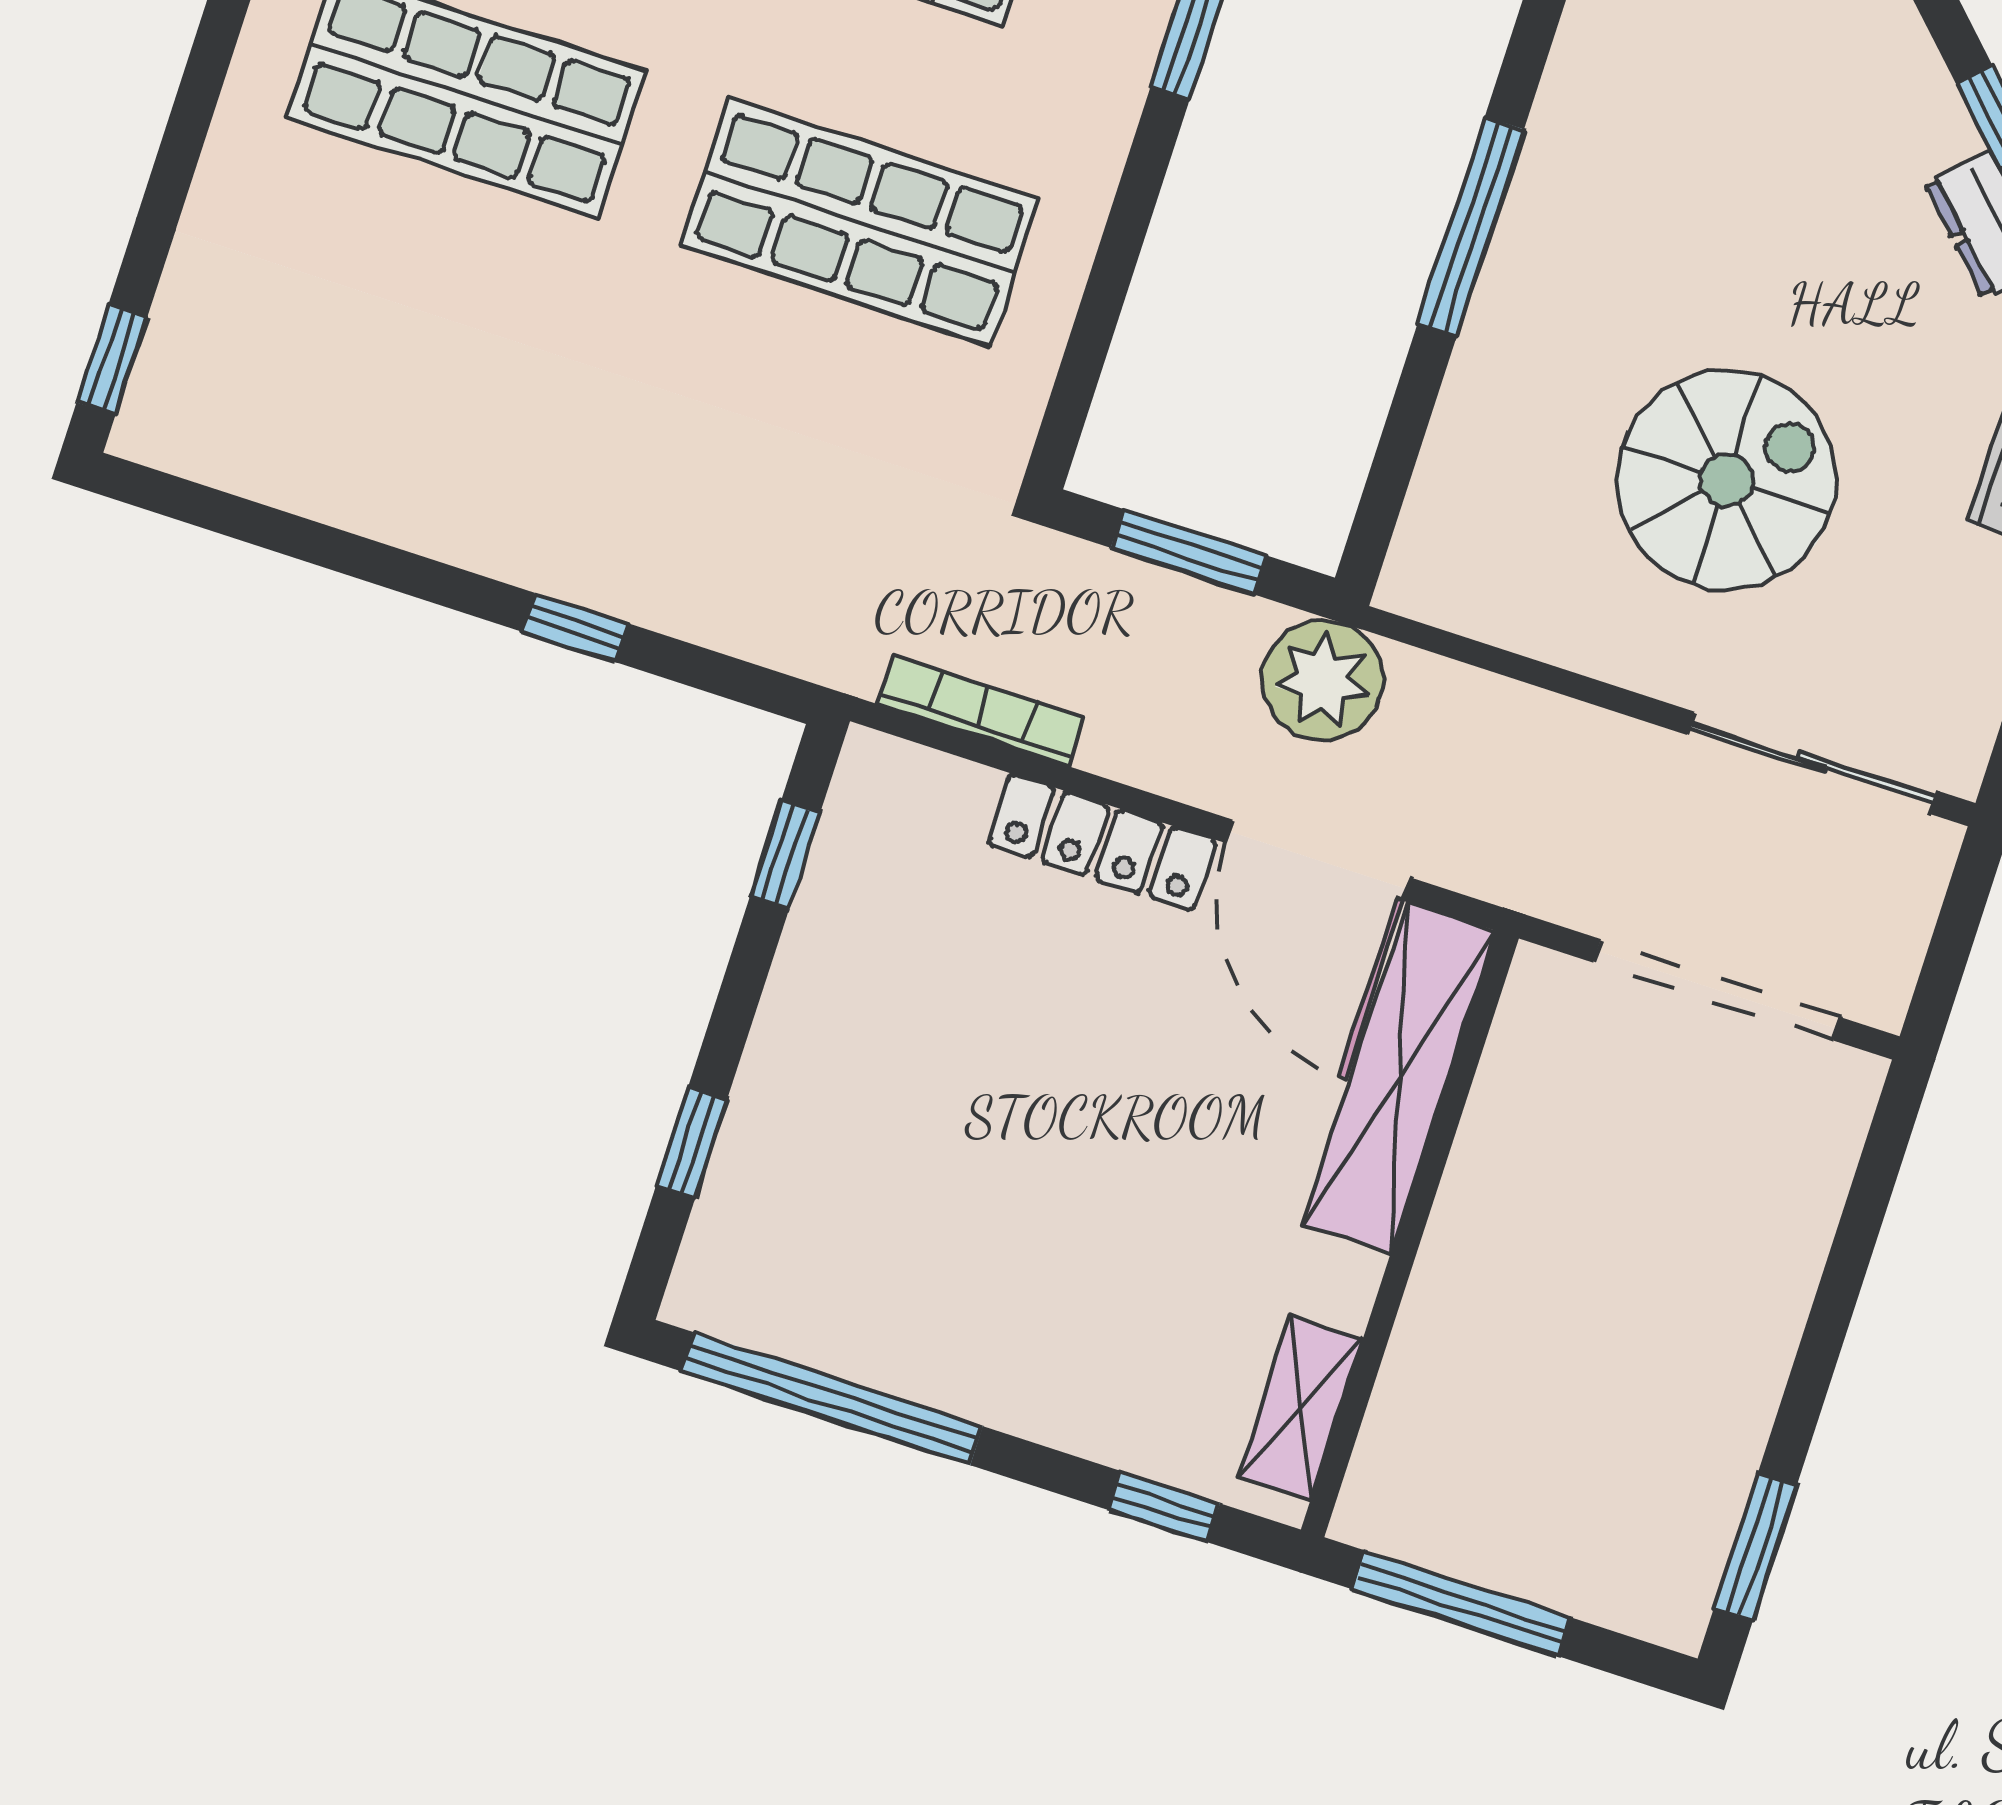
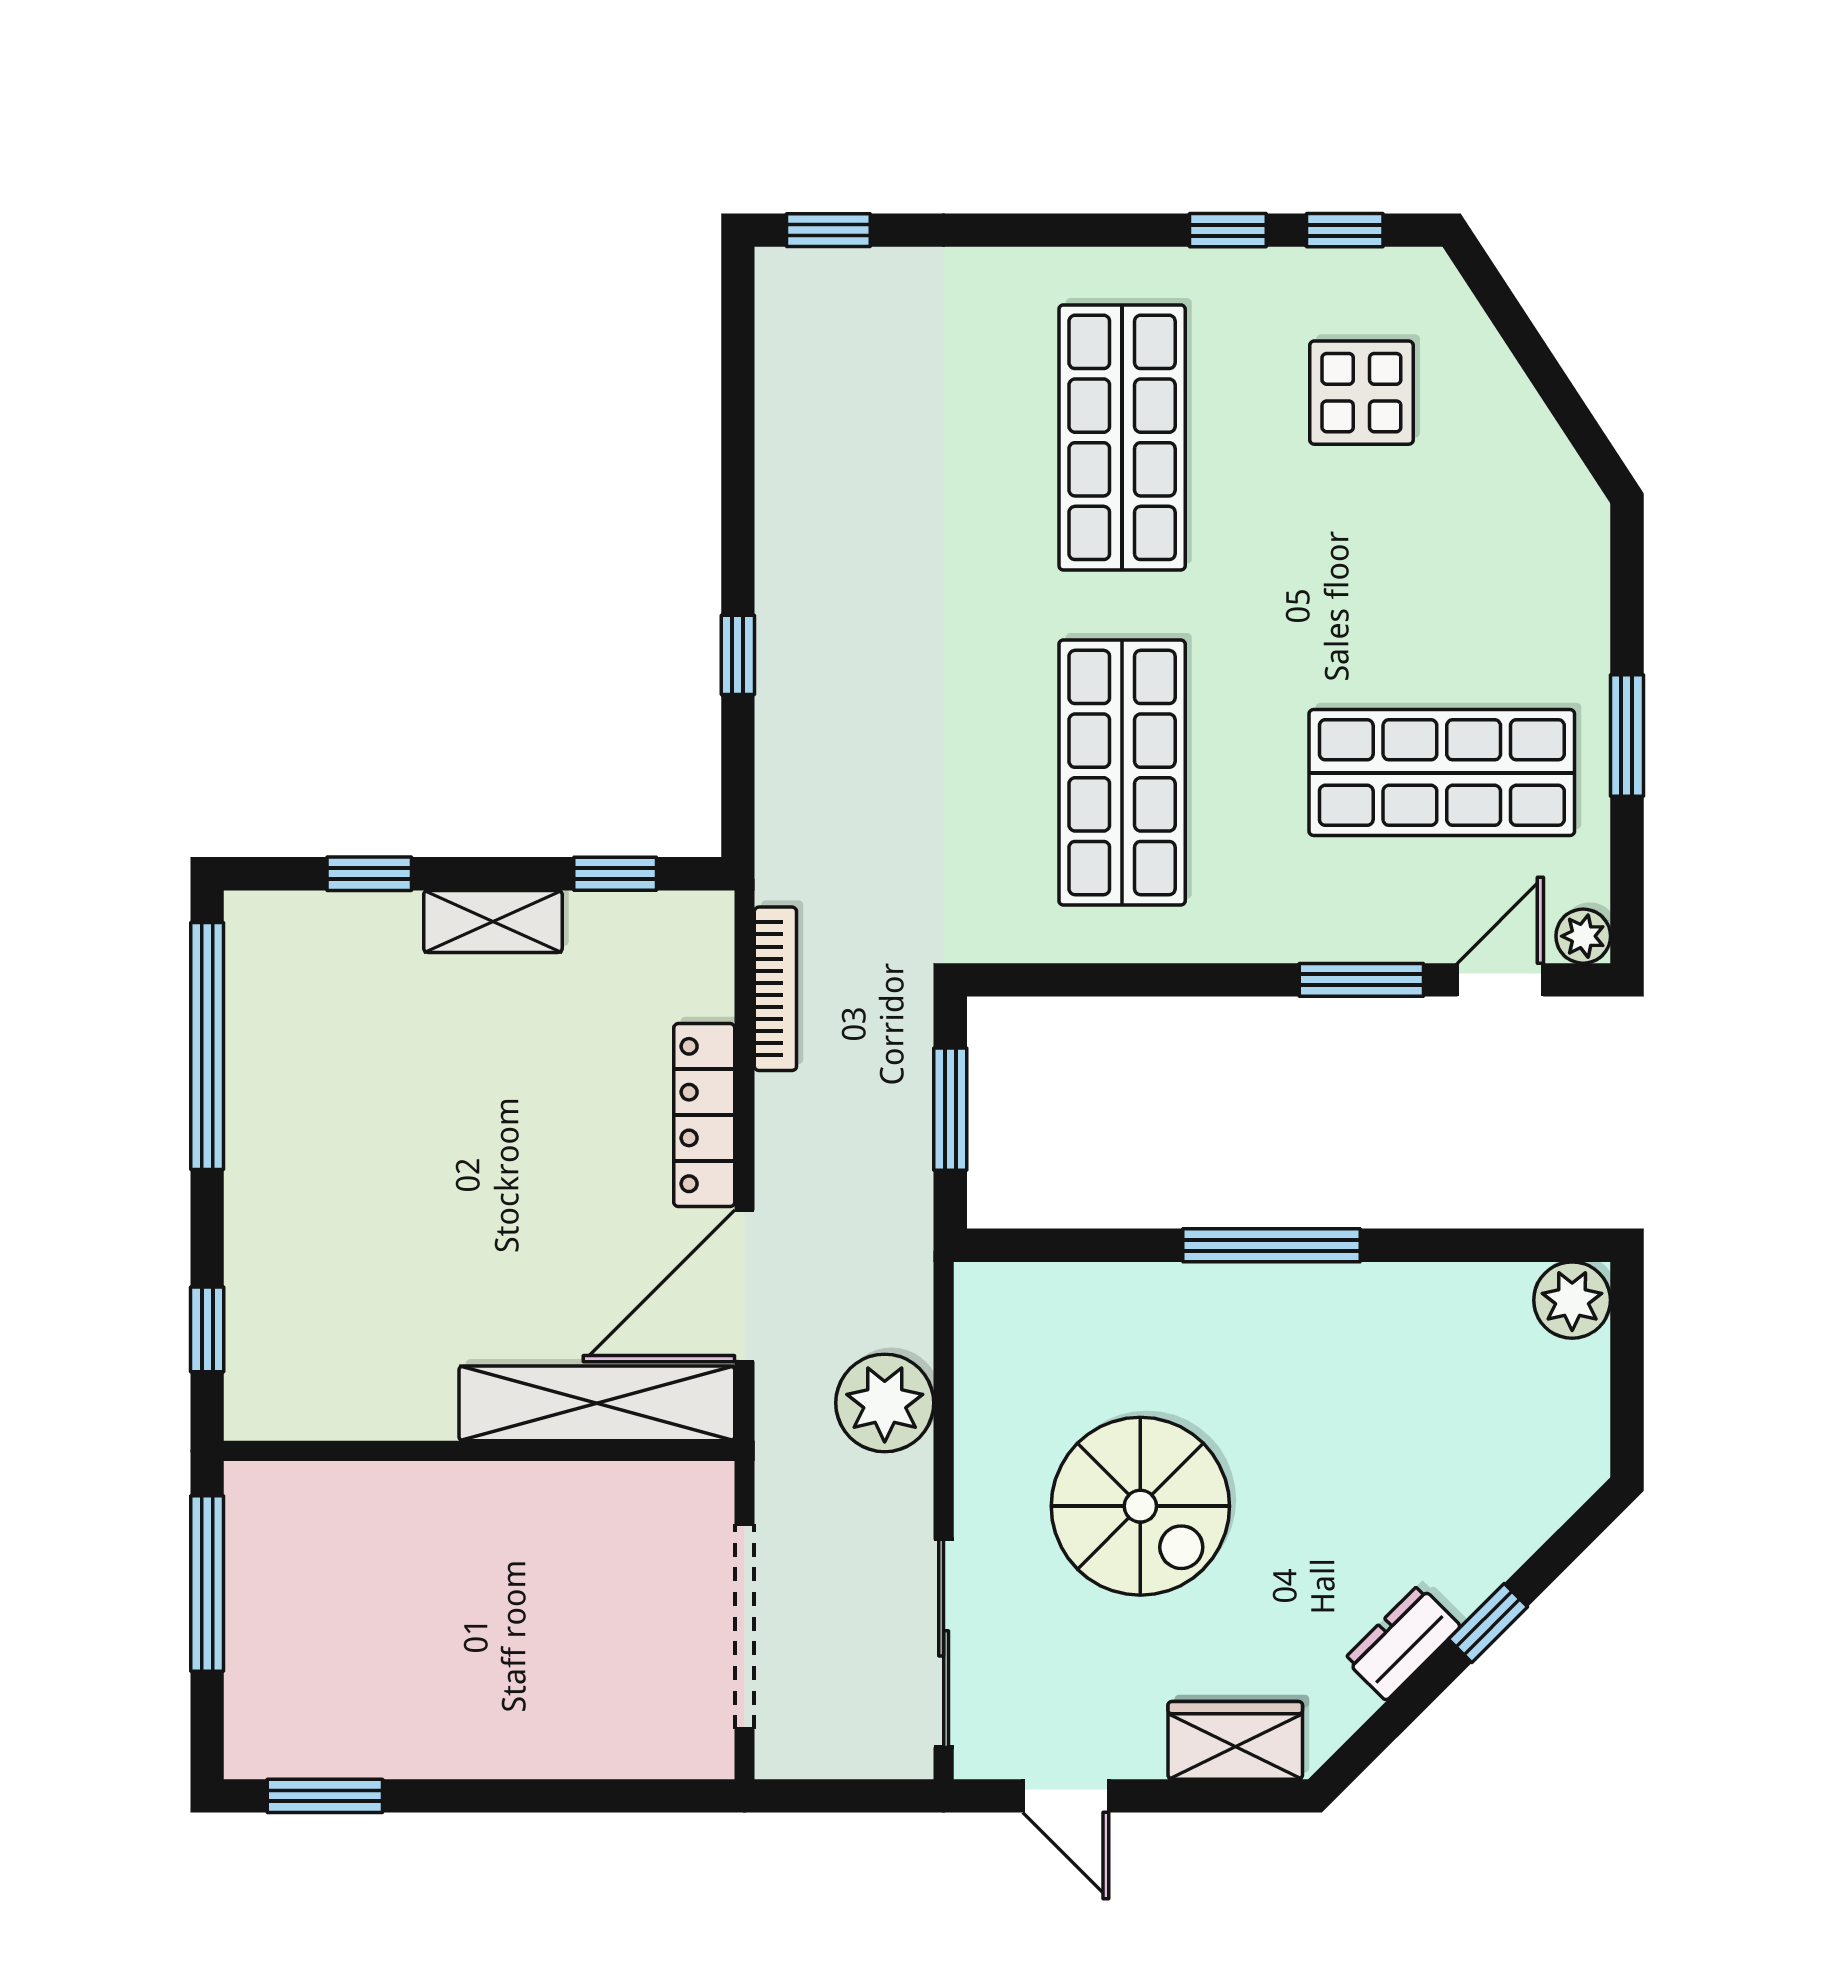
plant: (1323, 680) -> (885, 1403), moved
shelving: (1300, 1408) -> (493, 921), moved

